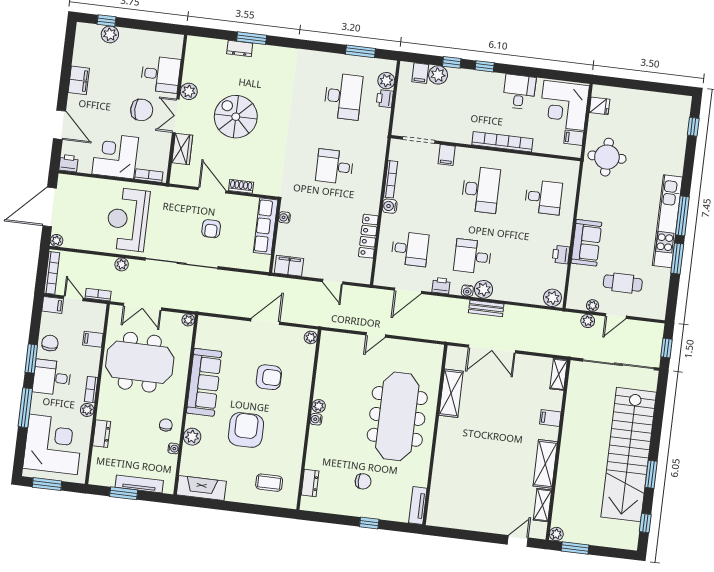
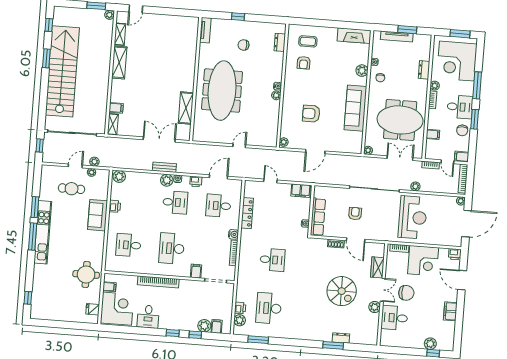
chair: (142, 110) -> (406, 293), turned 180
filing cabinet: (550, 418) -> (116, 108), moved
armchair: (246, 430) -> (304, 63), moved, width x0.53, depth x0.53

